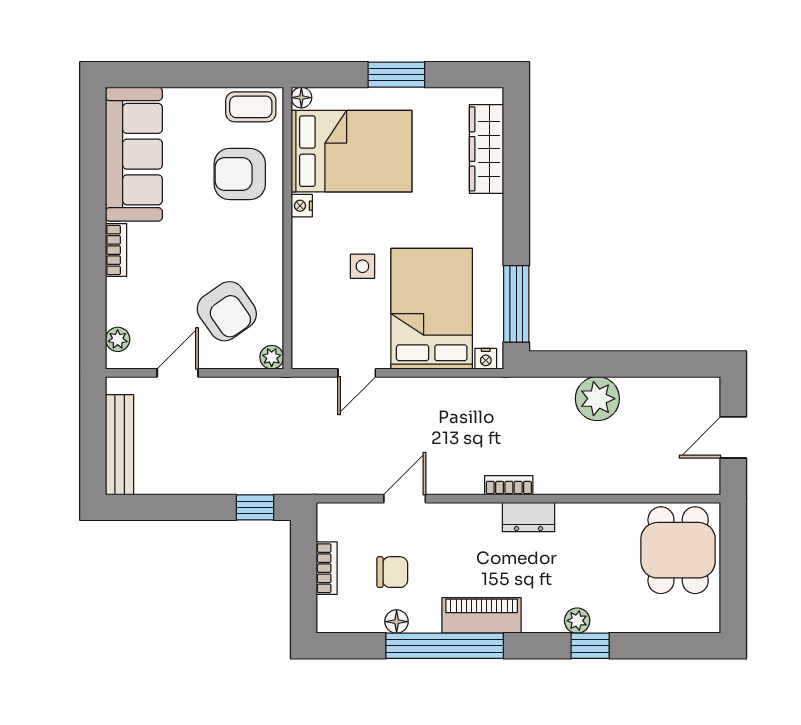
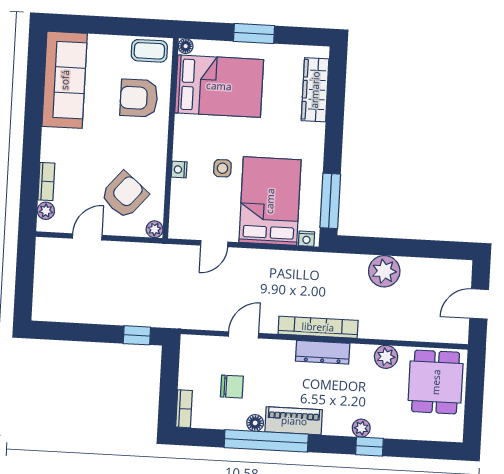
nightstand: (302, 206) -> (179, 170), moved
bookcase: (116, 250) -> (46, 181), moved
armchair: (227, 311) -> (124, 195), turned -105
bench: (120, 445) -> (43, 286), removed
bookcase: (509, 485) -> (318, 327), width x2.31, depth x1.31
dresser: (529, 517) -> (323, 352), width x1.44
plant: (606, 519) -> (386, 357), added
bookcase: (327, 568) -> (184, 409), moved
floor lamp: (397, 622) -> (255, 423), moved

